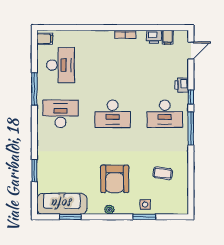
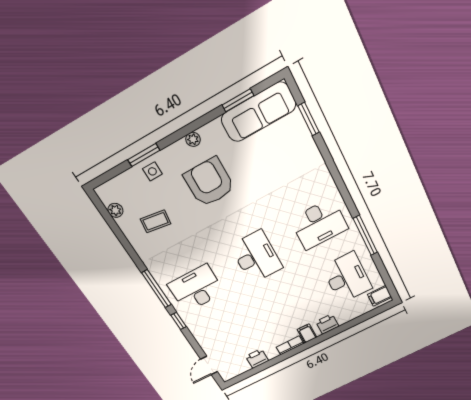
filing cabinet: (168, 37) -> (307, 333), moved
desk: (60, 65) -> (347, 278), turned 180
printer: (182, 85) -> (327, 324), moved, turned -90
desk: (113, 114) -> (256, 257), turned 90
window: (34, 171) -> (309, 119), moved
plant: (183, 194) -> (115, 210), added

